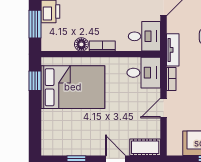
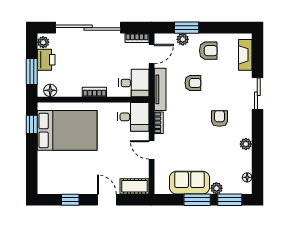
floor lamp: (81, 44) -> (50, 90), moved
tv unit: (173, 50) -> (160, 89), width x1.41
door: (164, 108) -> (152, 150), hinge flipped

